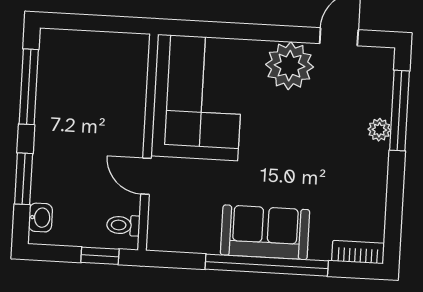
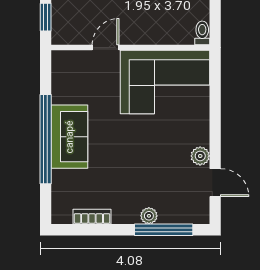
plant: (290, 66) -> (200, 156), width x0.53, depth x0.53
toilet: (123, 225) -> (202, 33), moved
bookcase: (358, 252) -> (92, 217), moved, turned -90

